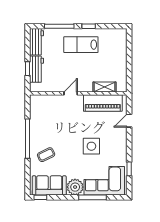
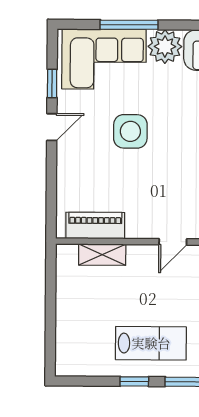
piano: (103, 103) -> (95, 225), width x0.73, depth x0.75
door: (129, 121) -> (52, 127), moved

